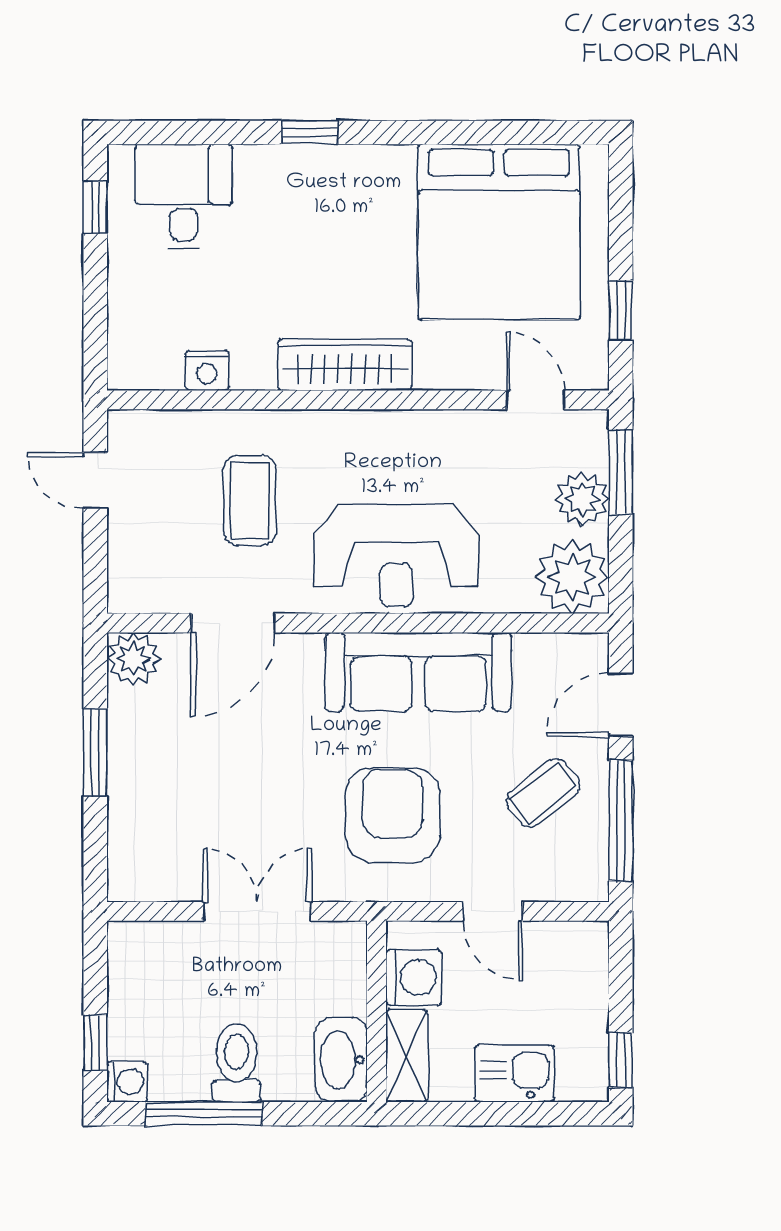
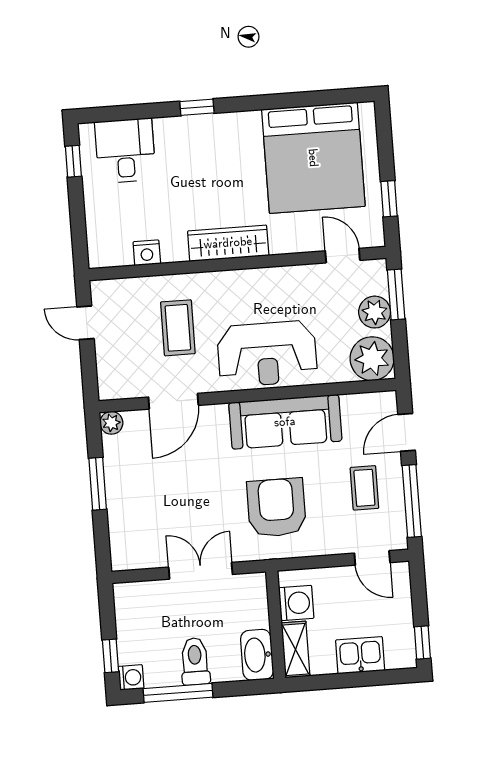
plant: (133, 659) -> (111, 423), width x0.73, depth x0.73
coffee table: (543, 793) -> (364, 488), turned -52
door: (493, 911) -> (372, 558), moved

